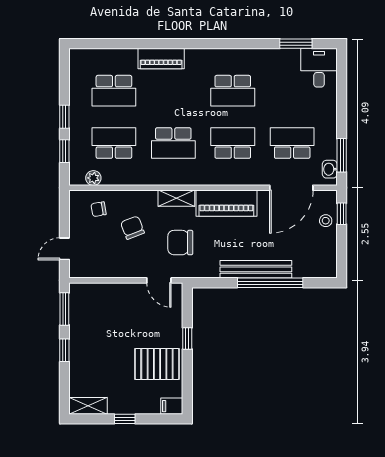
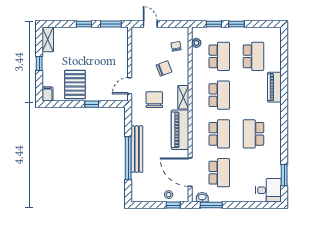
school desk: (114, 91) -> (253, 56), turned 180
school desk: (173, 143) -> (219, 95), turned 180

